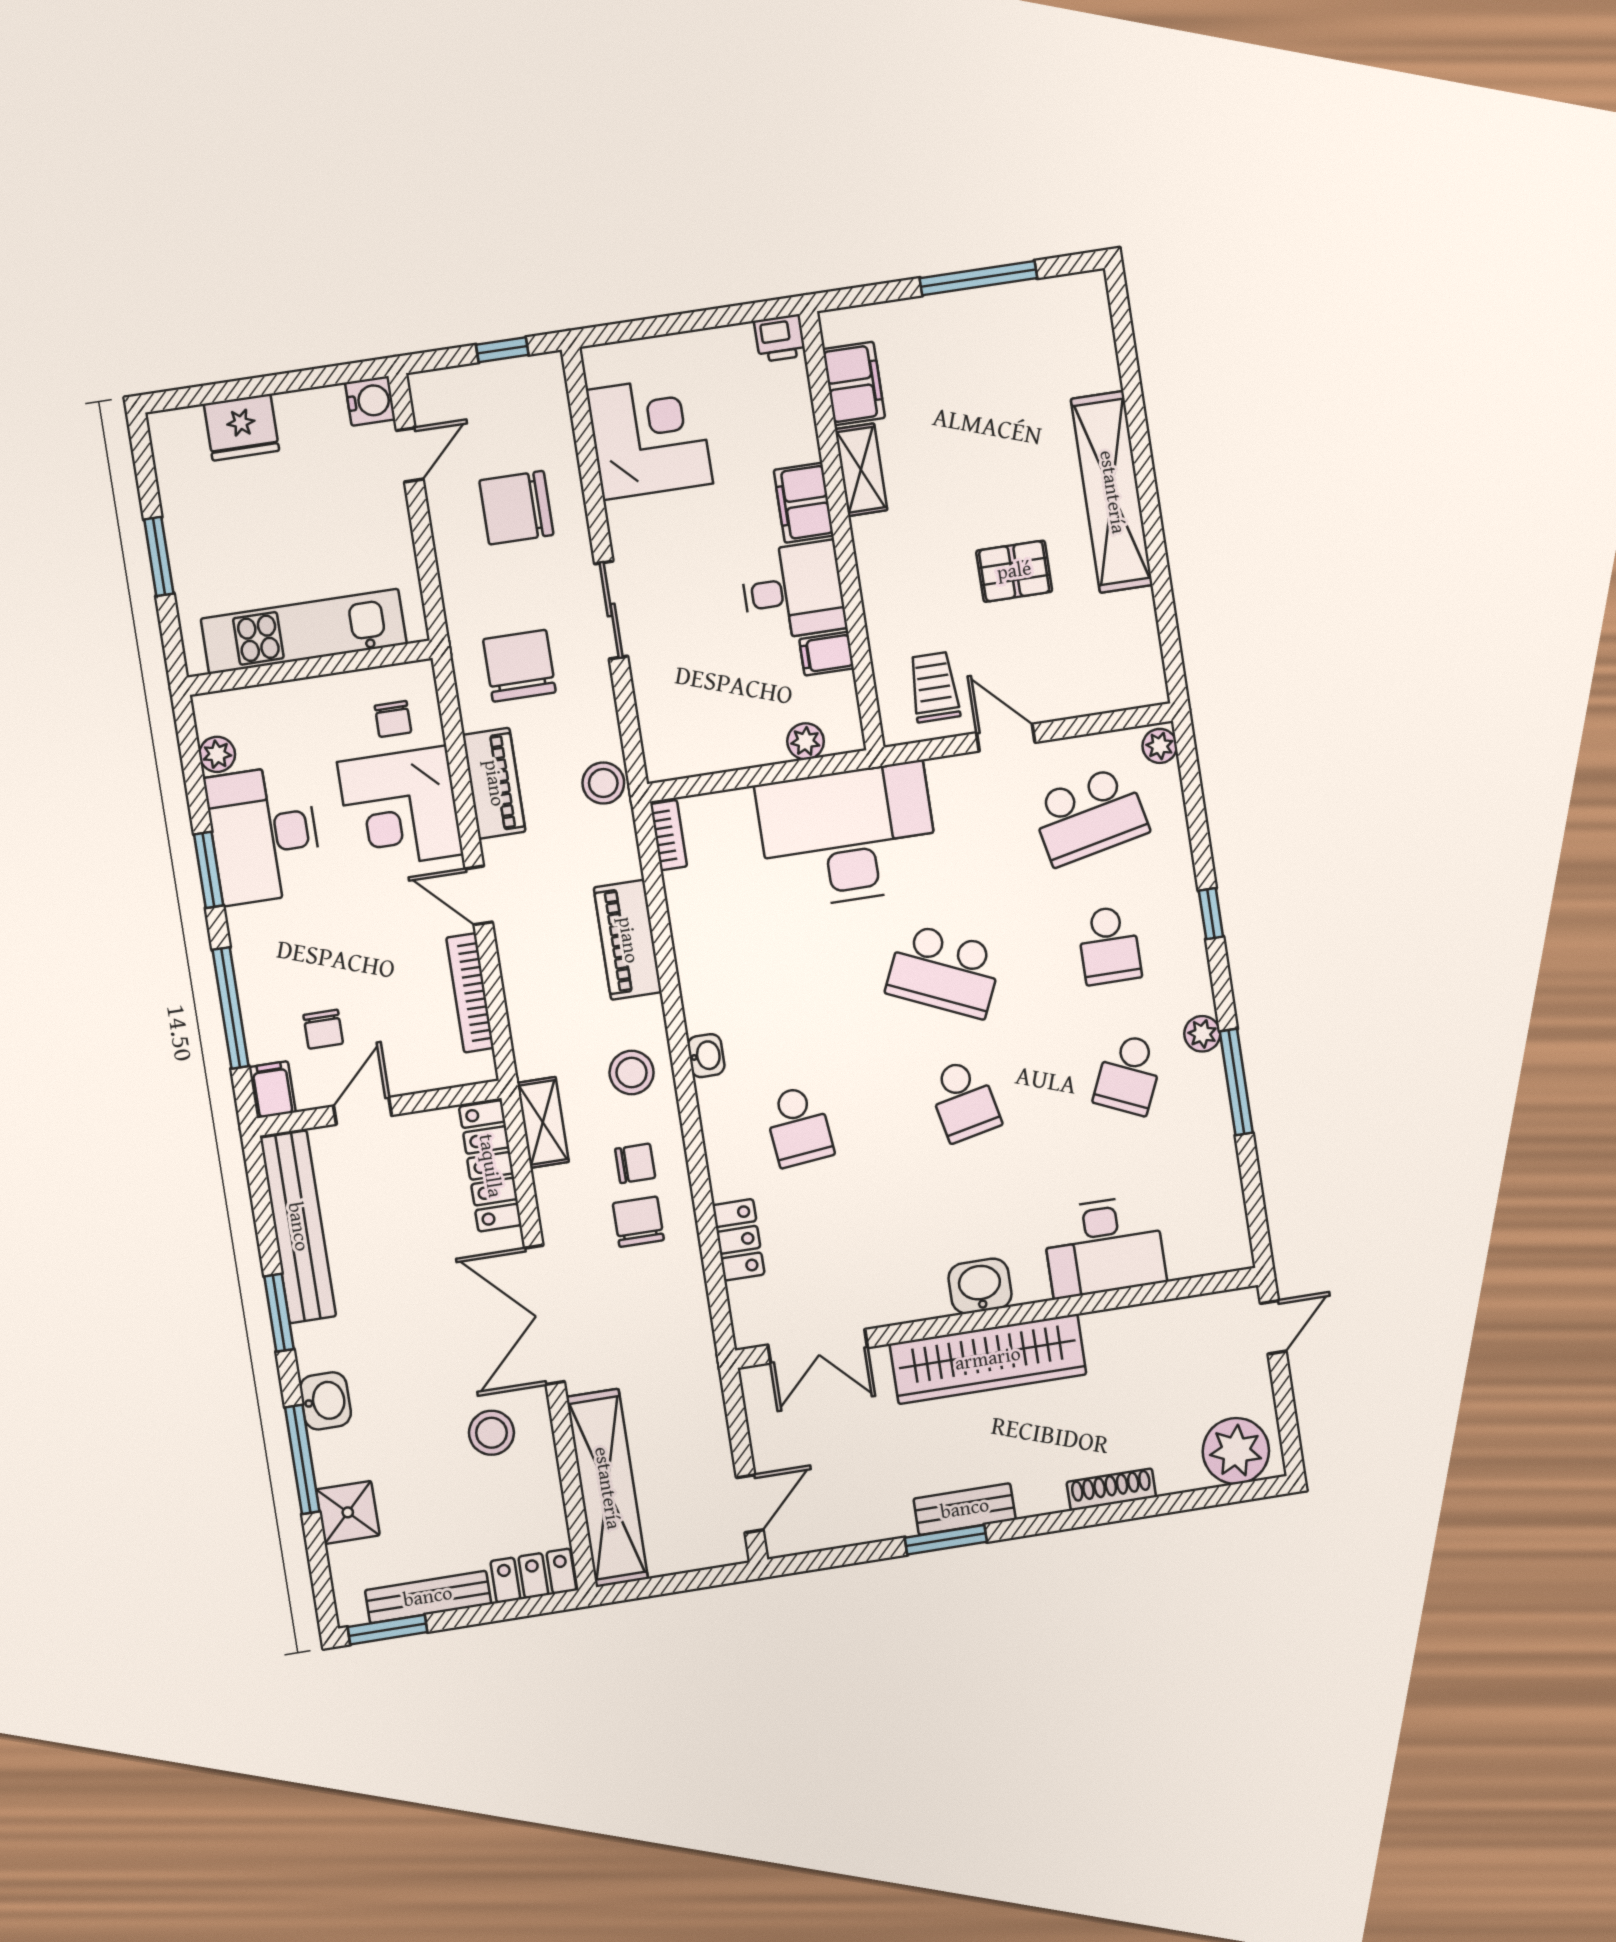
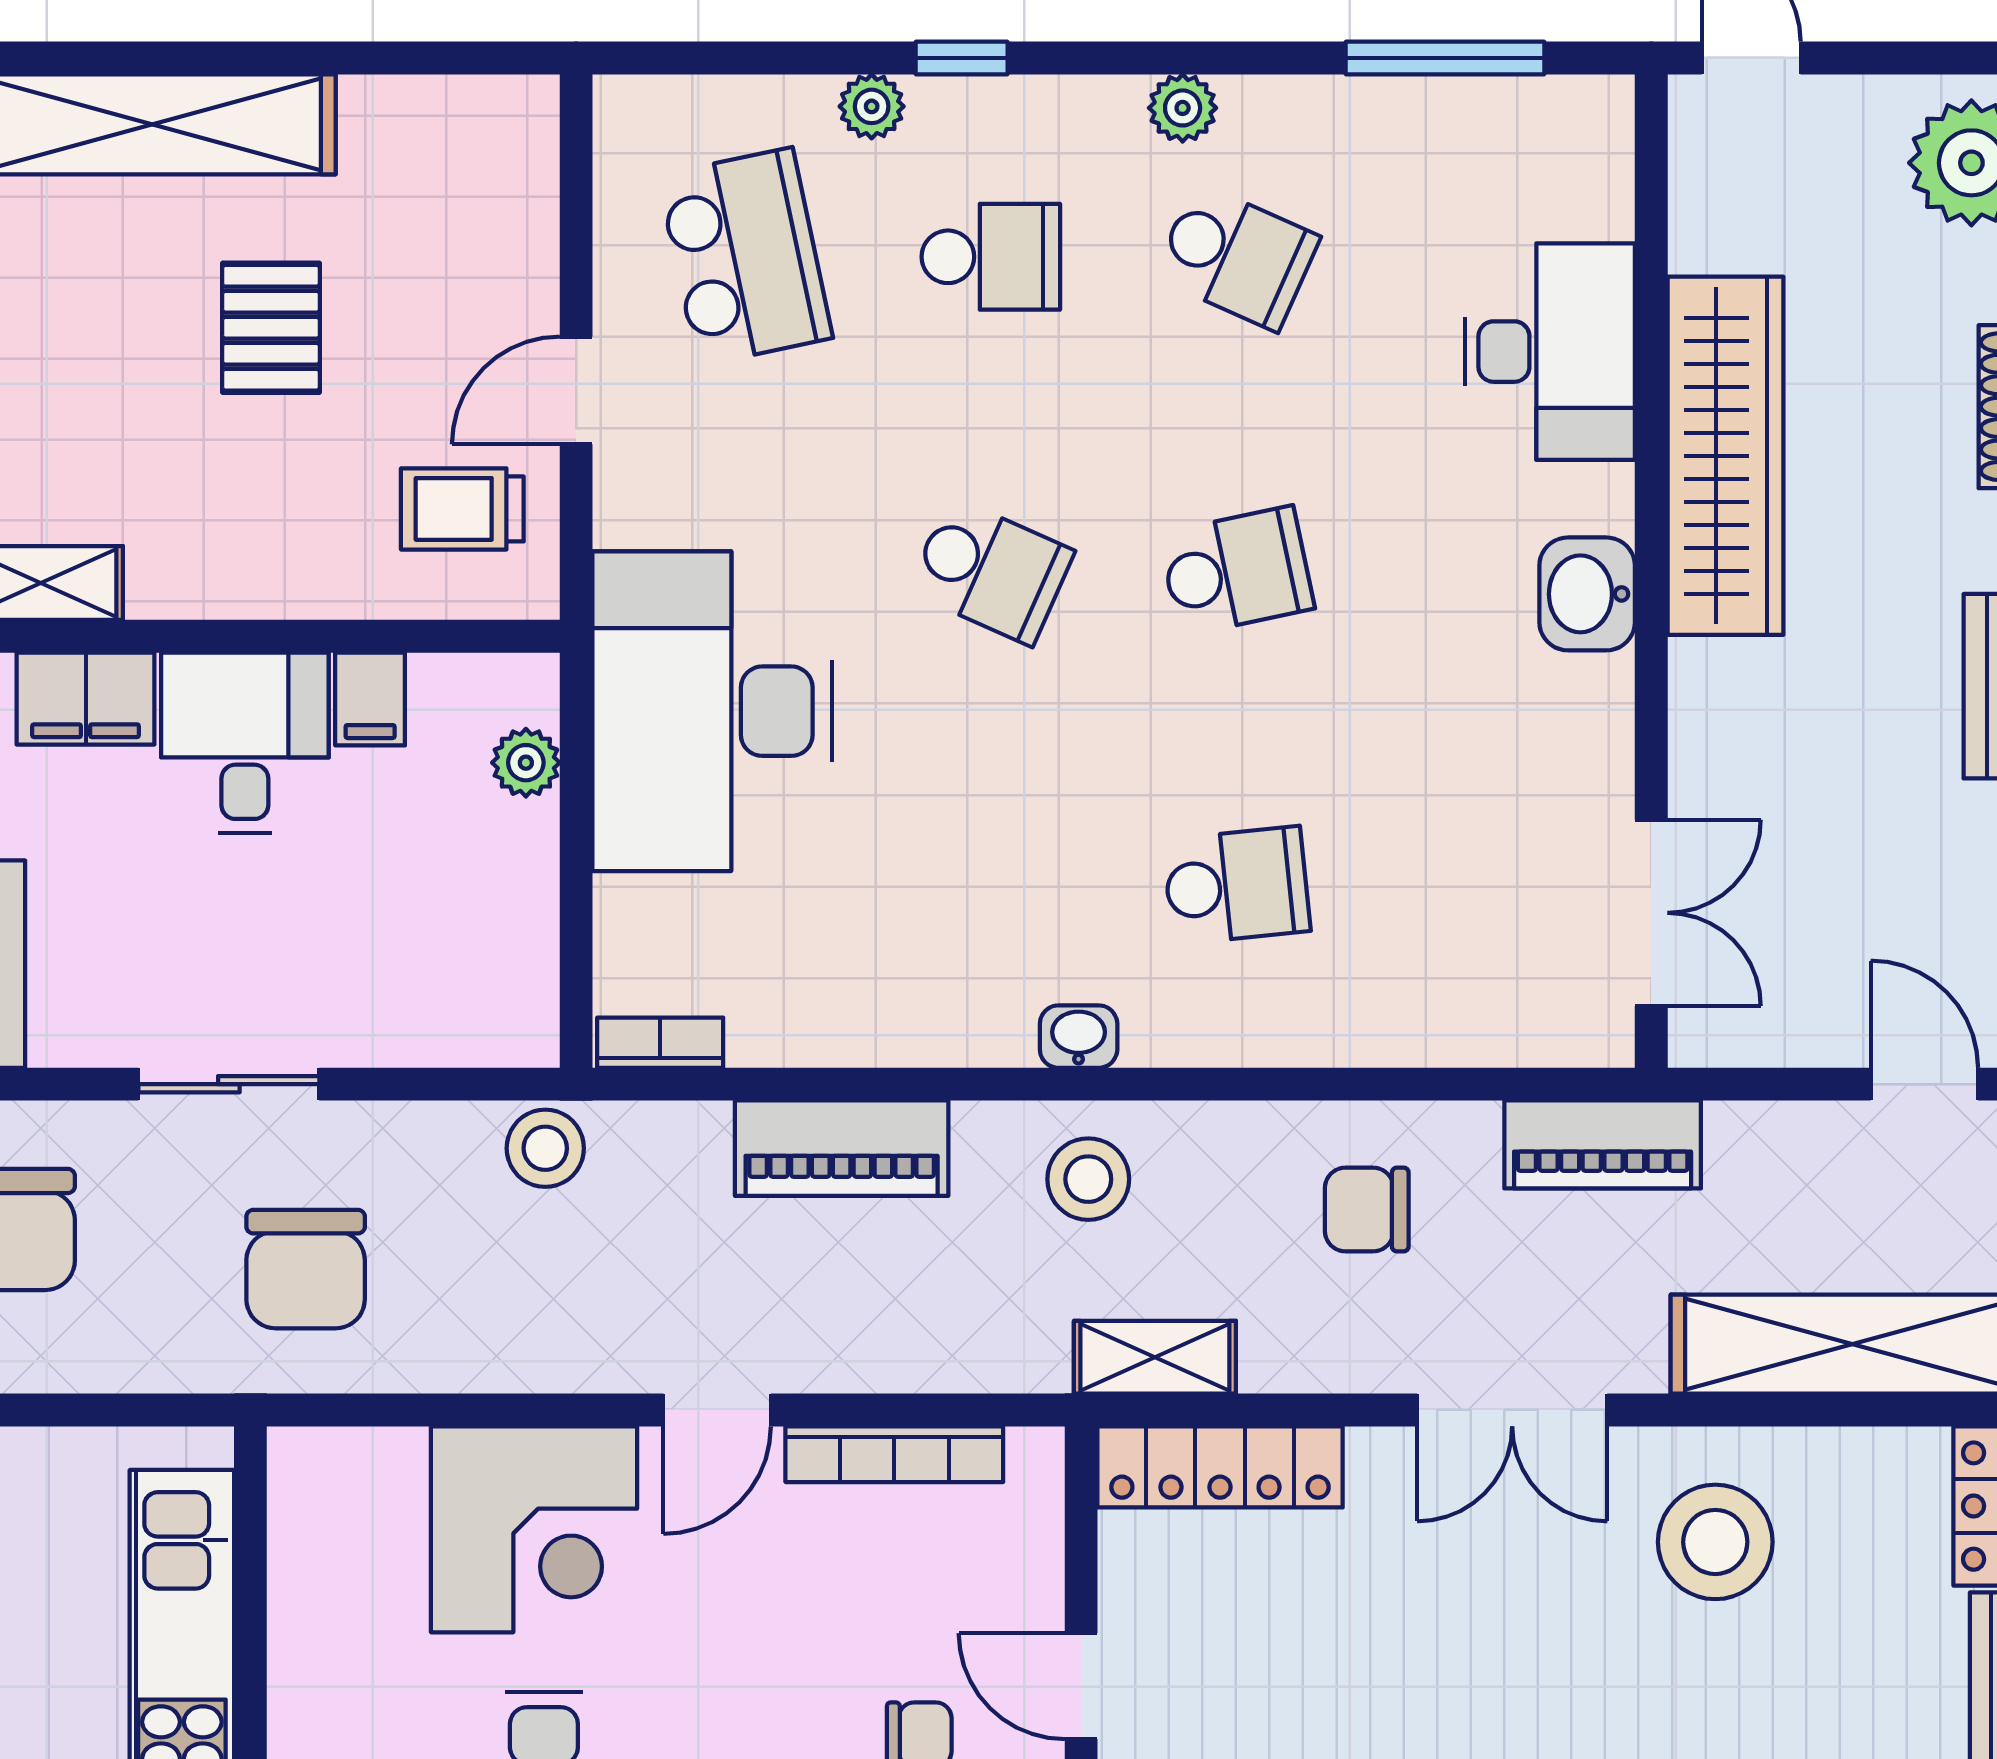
chair: (519, 666) -> (306, 1269), turned -90
chair: (393, 719) -> (368, 1517), removed
plant: (1160, 746) -> (872, 106), moved
piano: (494, 783) -> (1603, 1144), moved, turned 180
school desk: (944, 971) -> (991, 571), width x0.54
window: (1236, 1082) -> (1445, 58), moved
chair: (635, 1163) -> (1258, 1199), removed
locker: (738, 1240) -> (1430, 1029), removed
double door: (544, 1315) -> (1512, 1410), width x0.73
wardrobe: (988, 1359) -> (1725, 456), moved
stool: (491, 1433) -> (1715, 1542), width x1.38, depth x1.38

